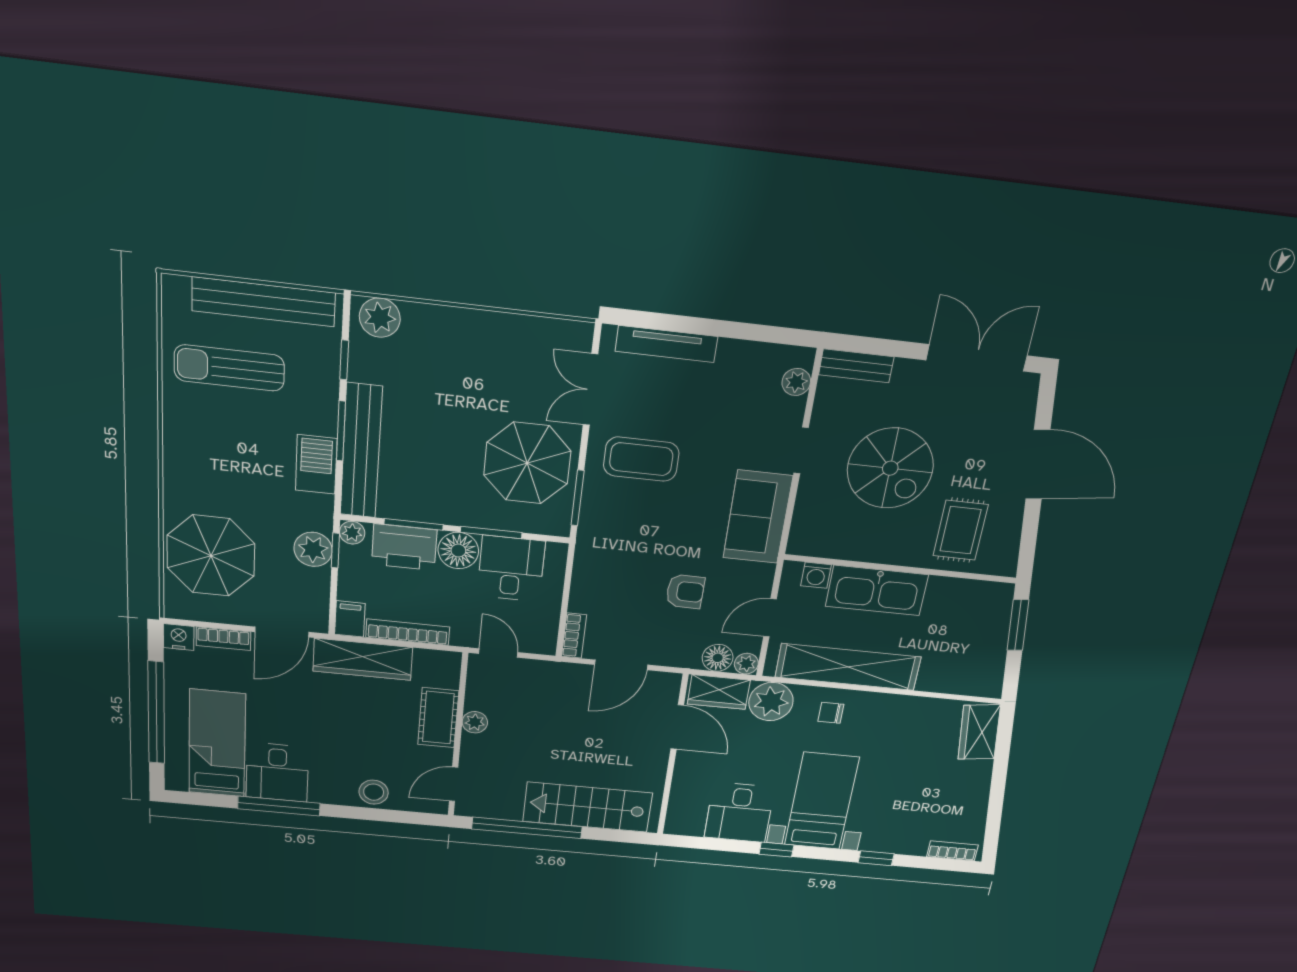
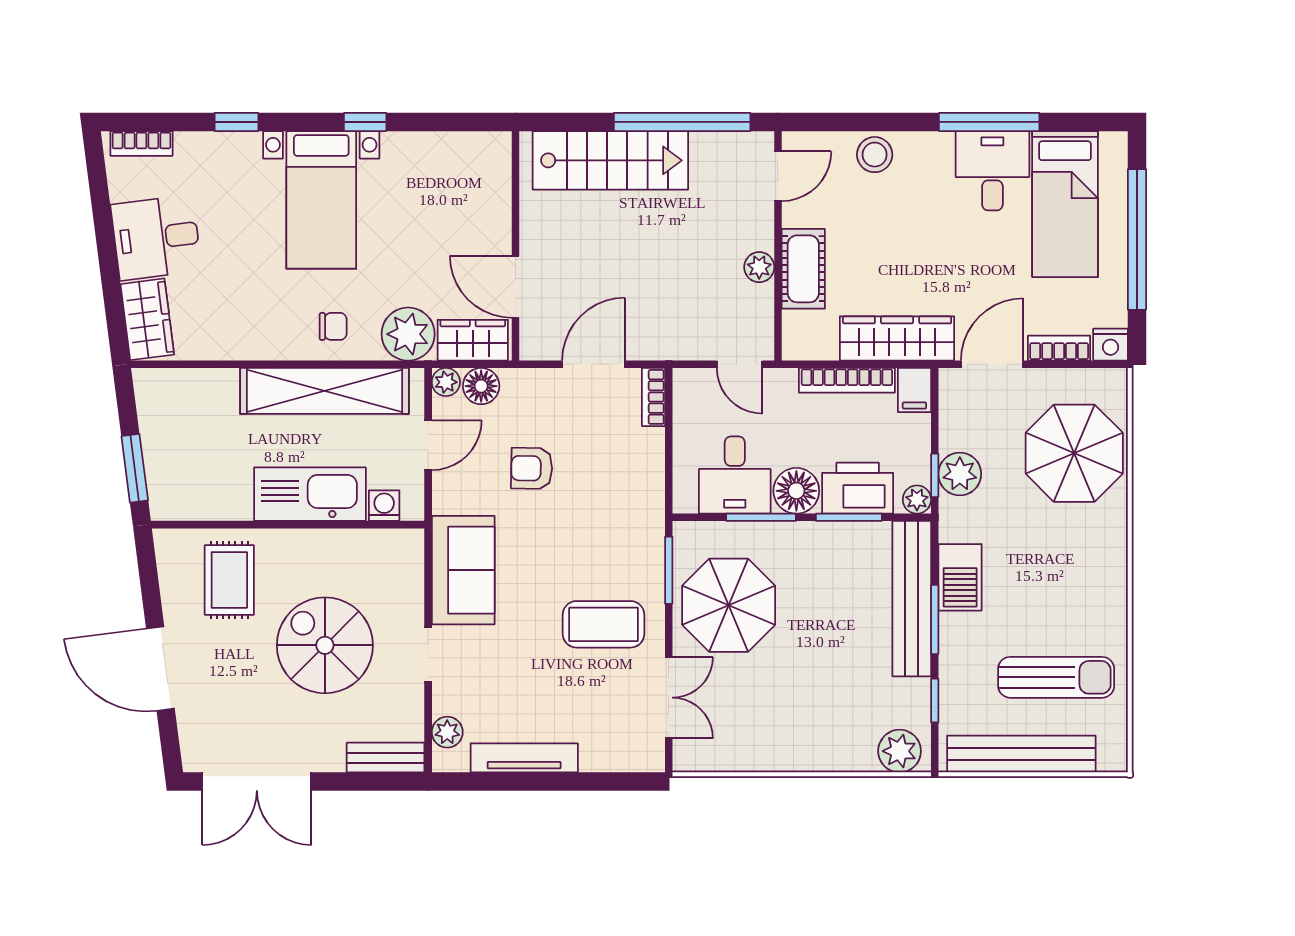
tv unit: (666, 344) -> (524, 758), moved
desk: (739, 812) -> (156, 238), moved, turned -97

